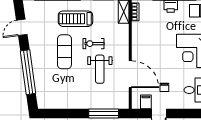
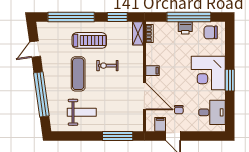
treadmill: (75, 19) -> (89, 40), turned 180
filing cabinet: (138, 49) -> (152, 71), added
weight bench: (100, 69) -> (82, 112), moved, turned -90

